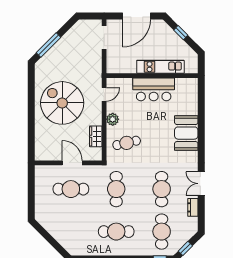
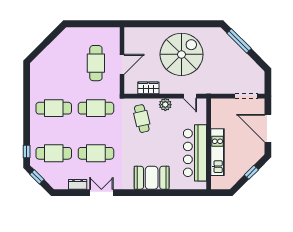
bar counter: (154, 89) -> (195, 153), width x1.36
cafe table: (116, 232) -> (54, 108), turned 90

